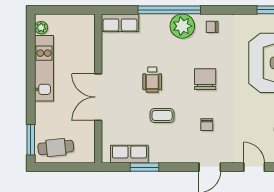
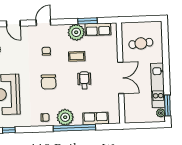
row of seats: (120, 23) -> (96, 118), moved
double door: (98, 97) -> (121, 78), moved
window: (31, 140) -> (167, 105), moved
cafe table: (56, 148) -> (141, 43), moved
plant: (162, 151) -> (76, 32), added

